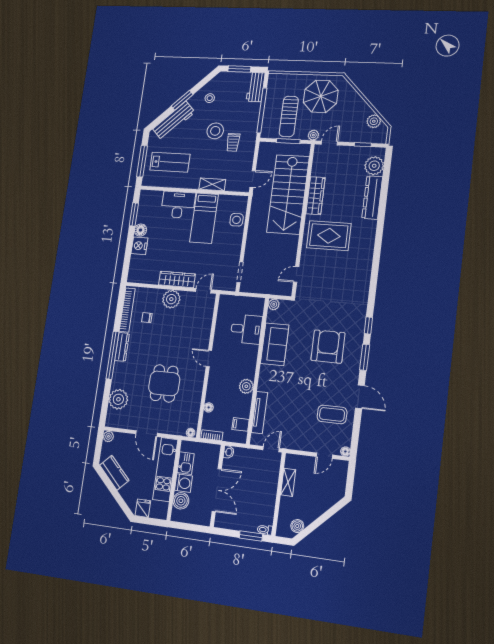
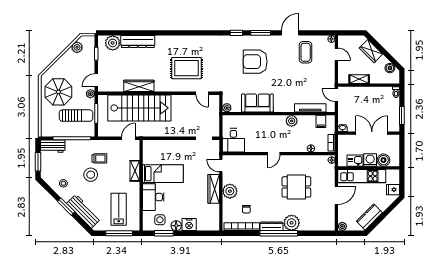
door: (329, 143) -> (96, 80), hinge flipped
door: (253, 179) -> (129, 138), hinge flipped
side table: (237, 220) -> (160, 220), moved
rug: (329, 236) -> (186, 68), moved, turned 90
desk: (246, 329) -> (233, 140), moved, turned 180
plant: (118, 399) -> (292, 223), moved
wardrobe: (323, 503) -> (371, 51), added
window: (251, 536) -> (402, 116), moved

